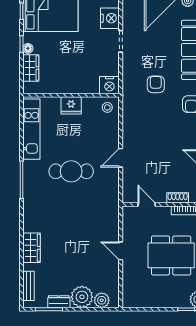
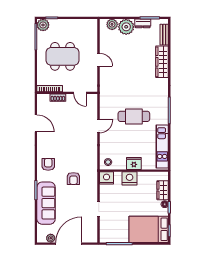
nightstand: (110, 18) -> (130, 178), moved, turned 90
wardrobe: (32, 248) -> (162, 62), width x1.50

